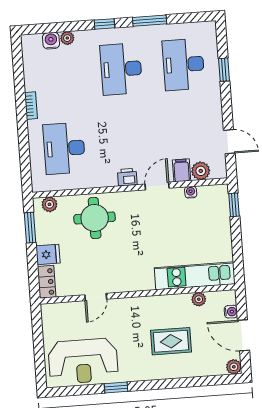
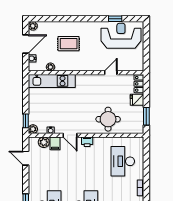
desk: (64, 148) -> (123, 161), turned 180
door: (157, 186) -> (70, 135), hinge flipped
plant: (49, 204) -> (33, 129), moved
door: (244, 335) -> (26, 44), hinge flipped
window: (116, 388) -> (115, 19), moved

